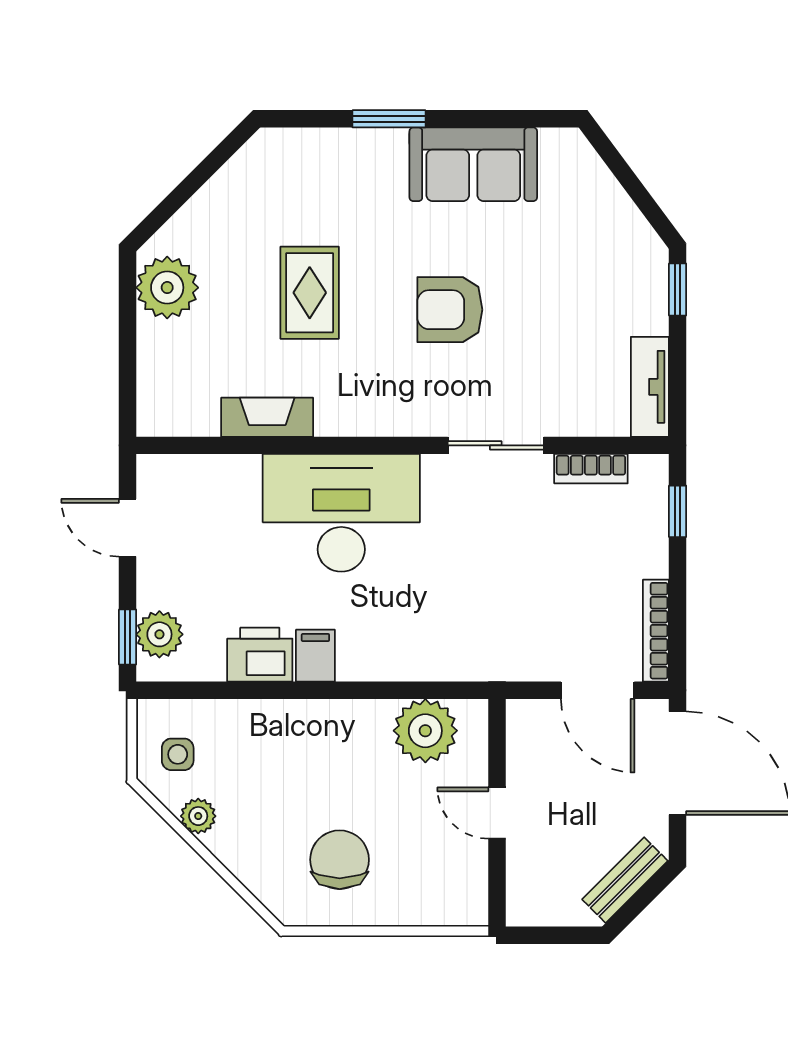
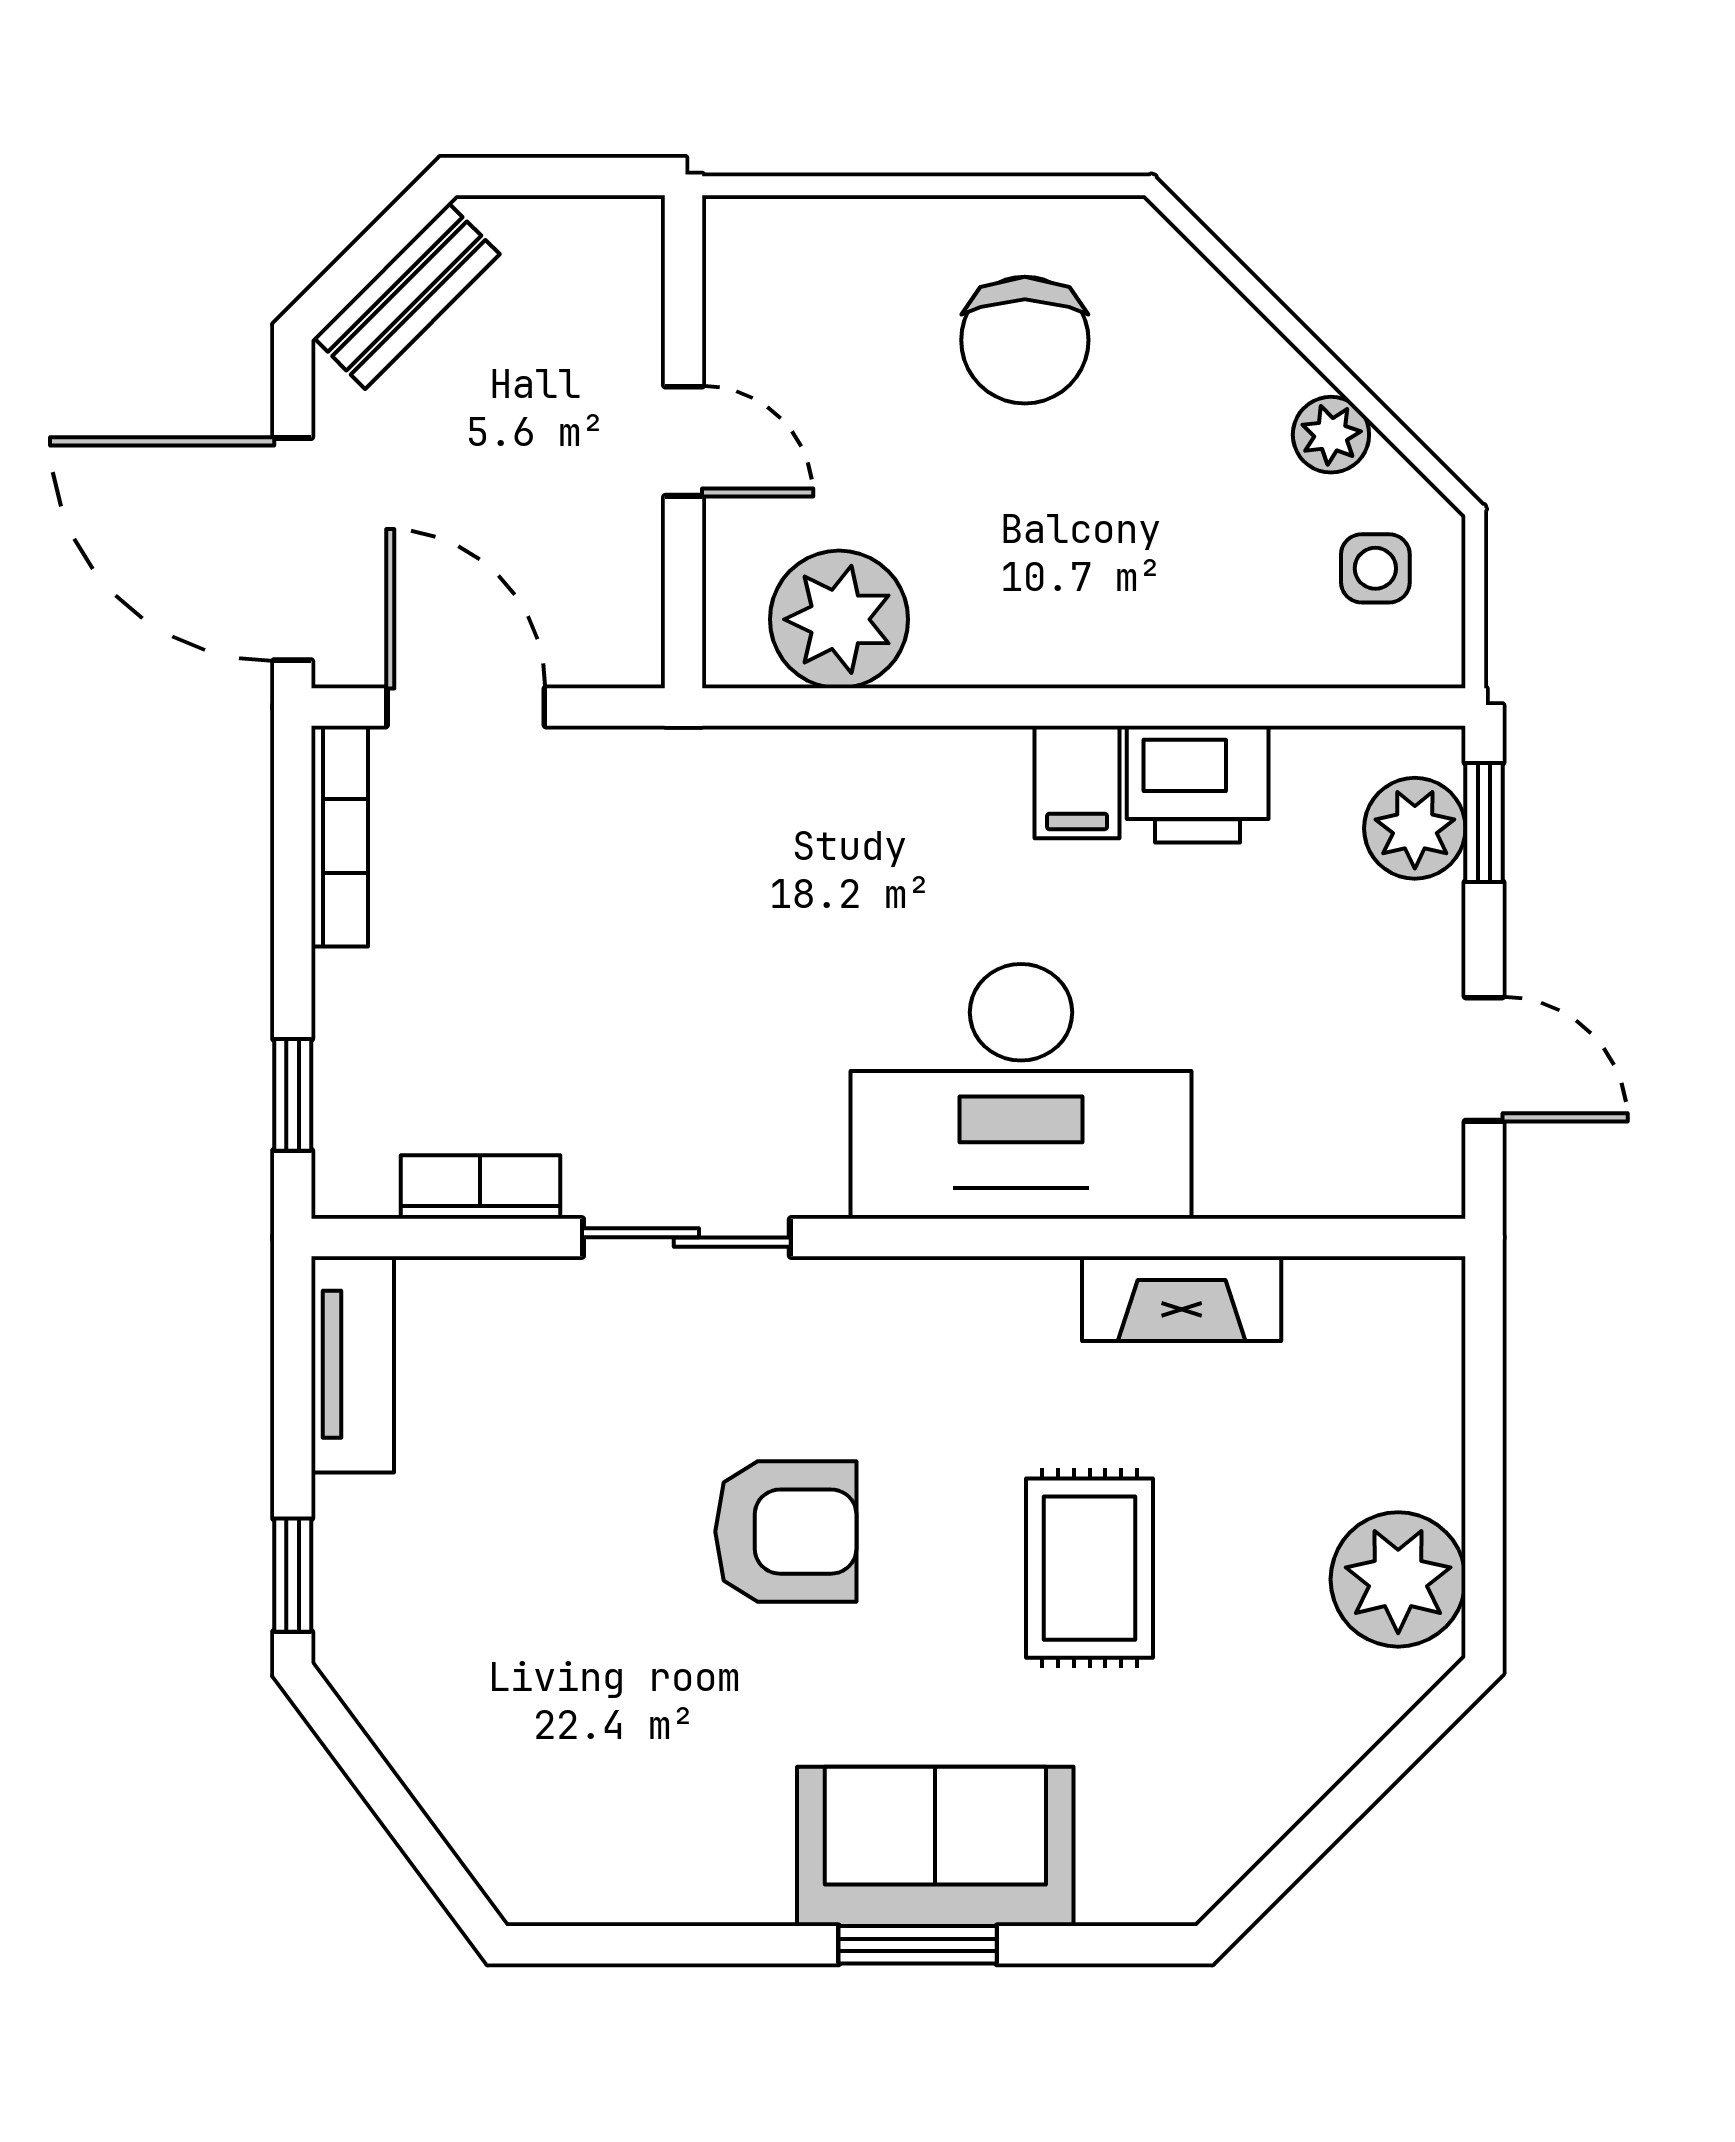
sofa: (473, 164) -> (935, 1846), moved

